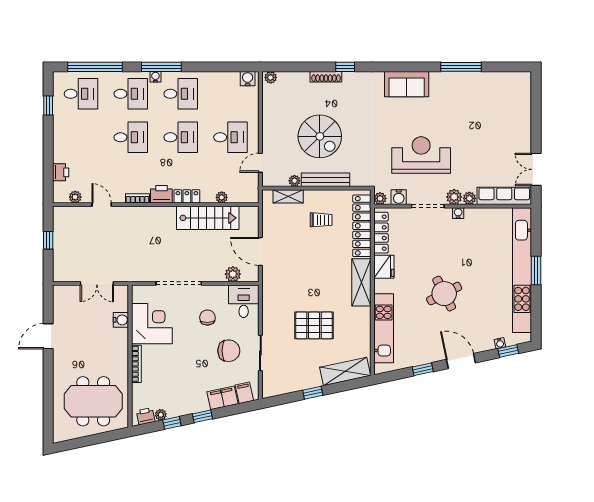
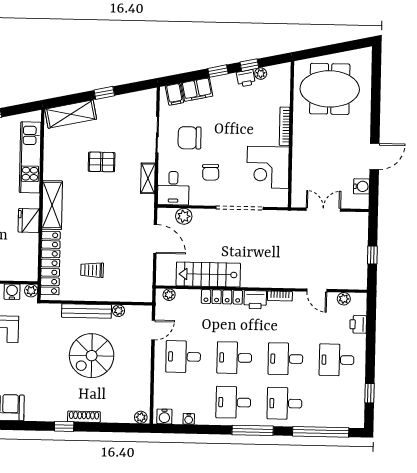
water cooler: (155, 77) -> (189, 419), moved
desk: (81, 94) -> (337, 360), moved
spiral stairs: (320, 136) -> (92, 356), turned -90
locker: (187, 196) -> (222, 297), width x1.53
shelving: (288, 196) -> (148, 178), moved, turned 90
plant: (222, 197) -> (169, 295), moved
locker: (381, 233) -> (31, 256), removed
water cooler: (121, 320) -> (361, 186), moved, turned 180
pallet: (314, 325) -> (102, 162), width x0.67, depth x0.71
printer: (146, 416) -> (246, 78), moved

